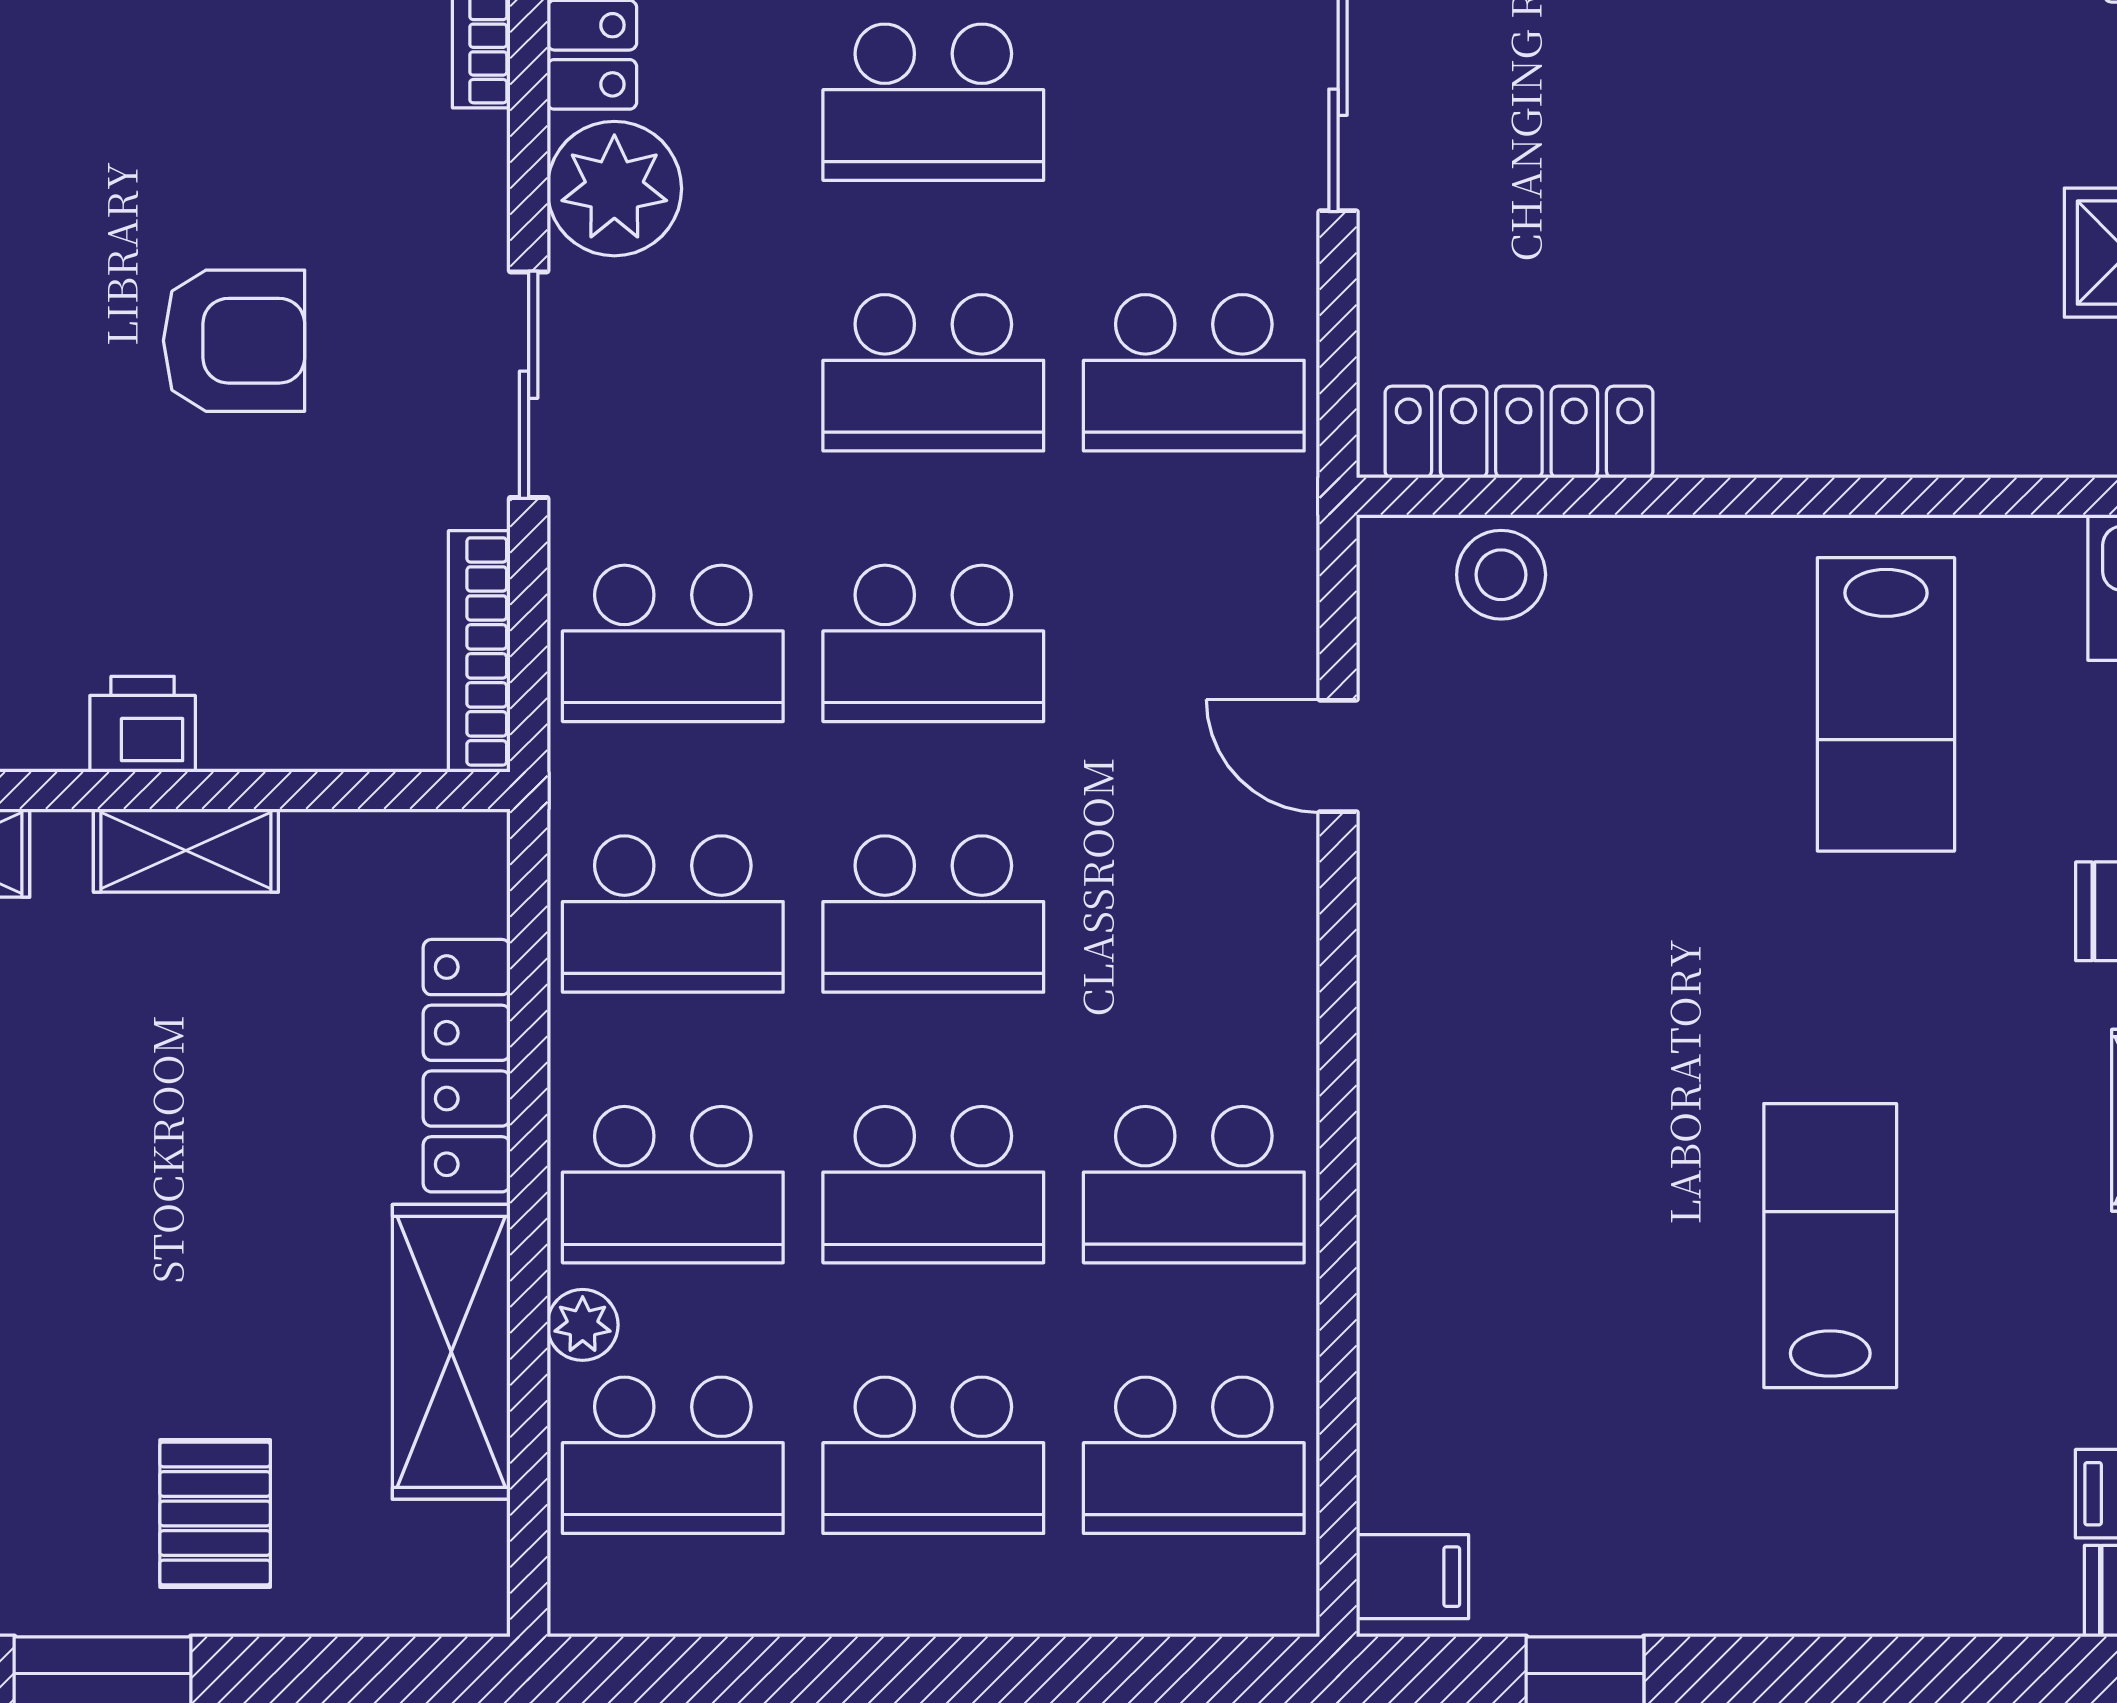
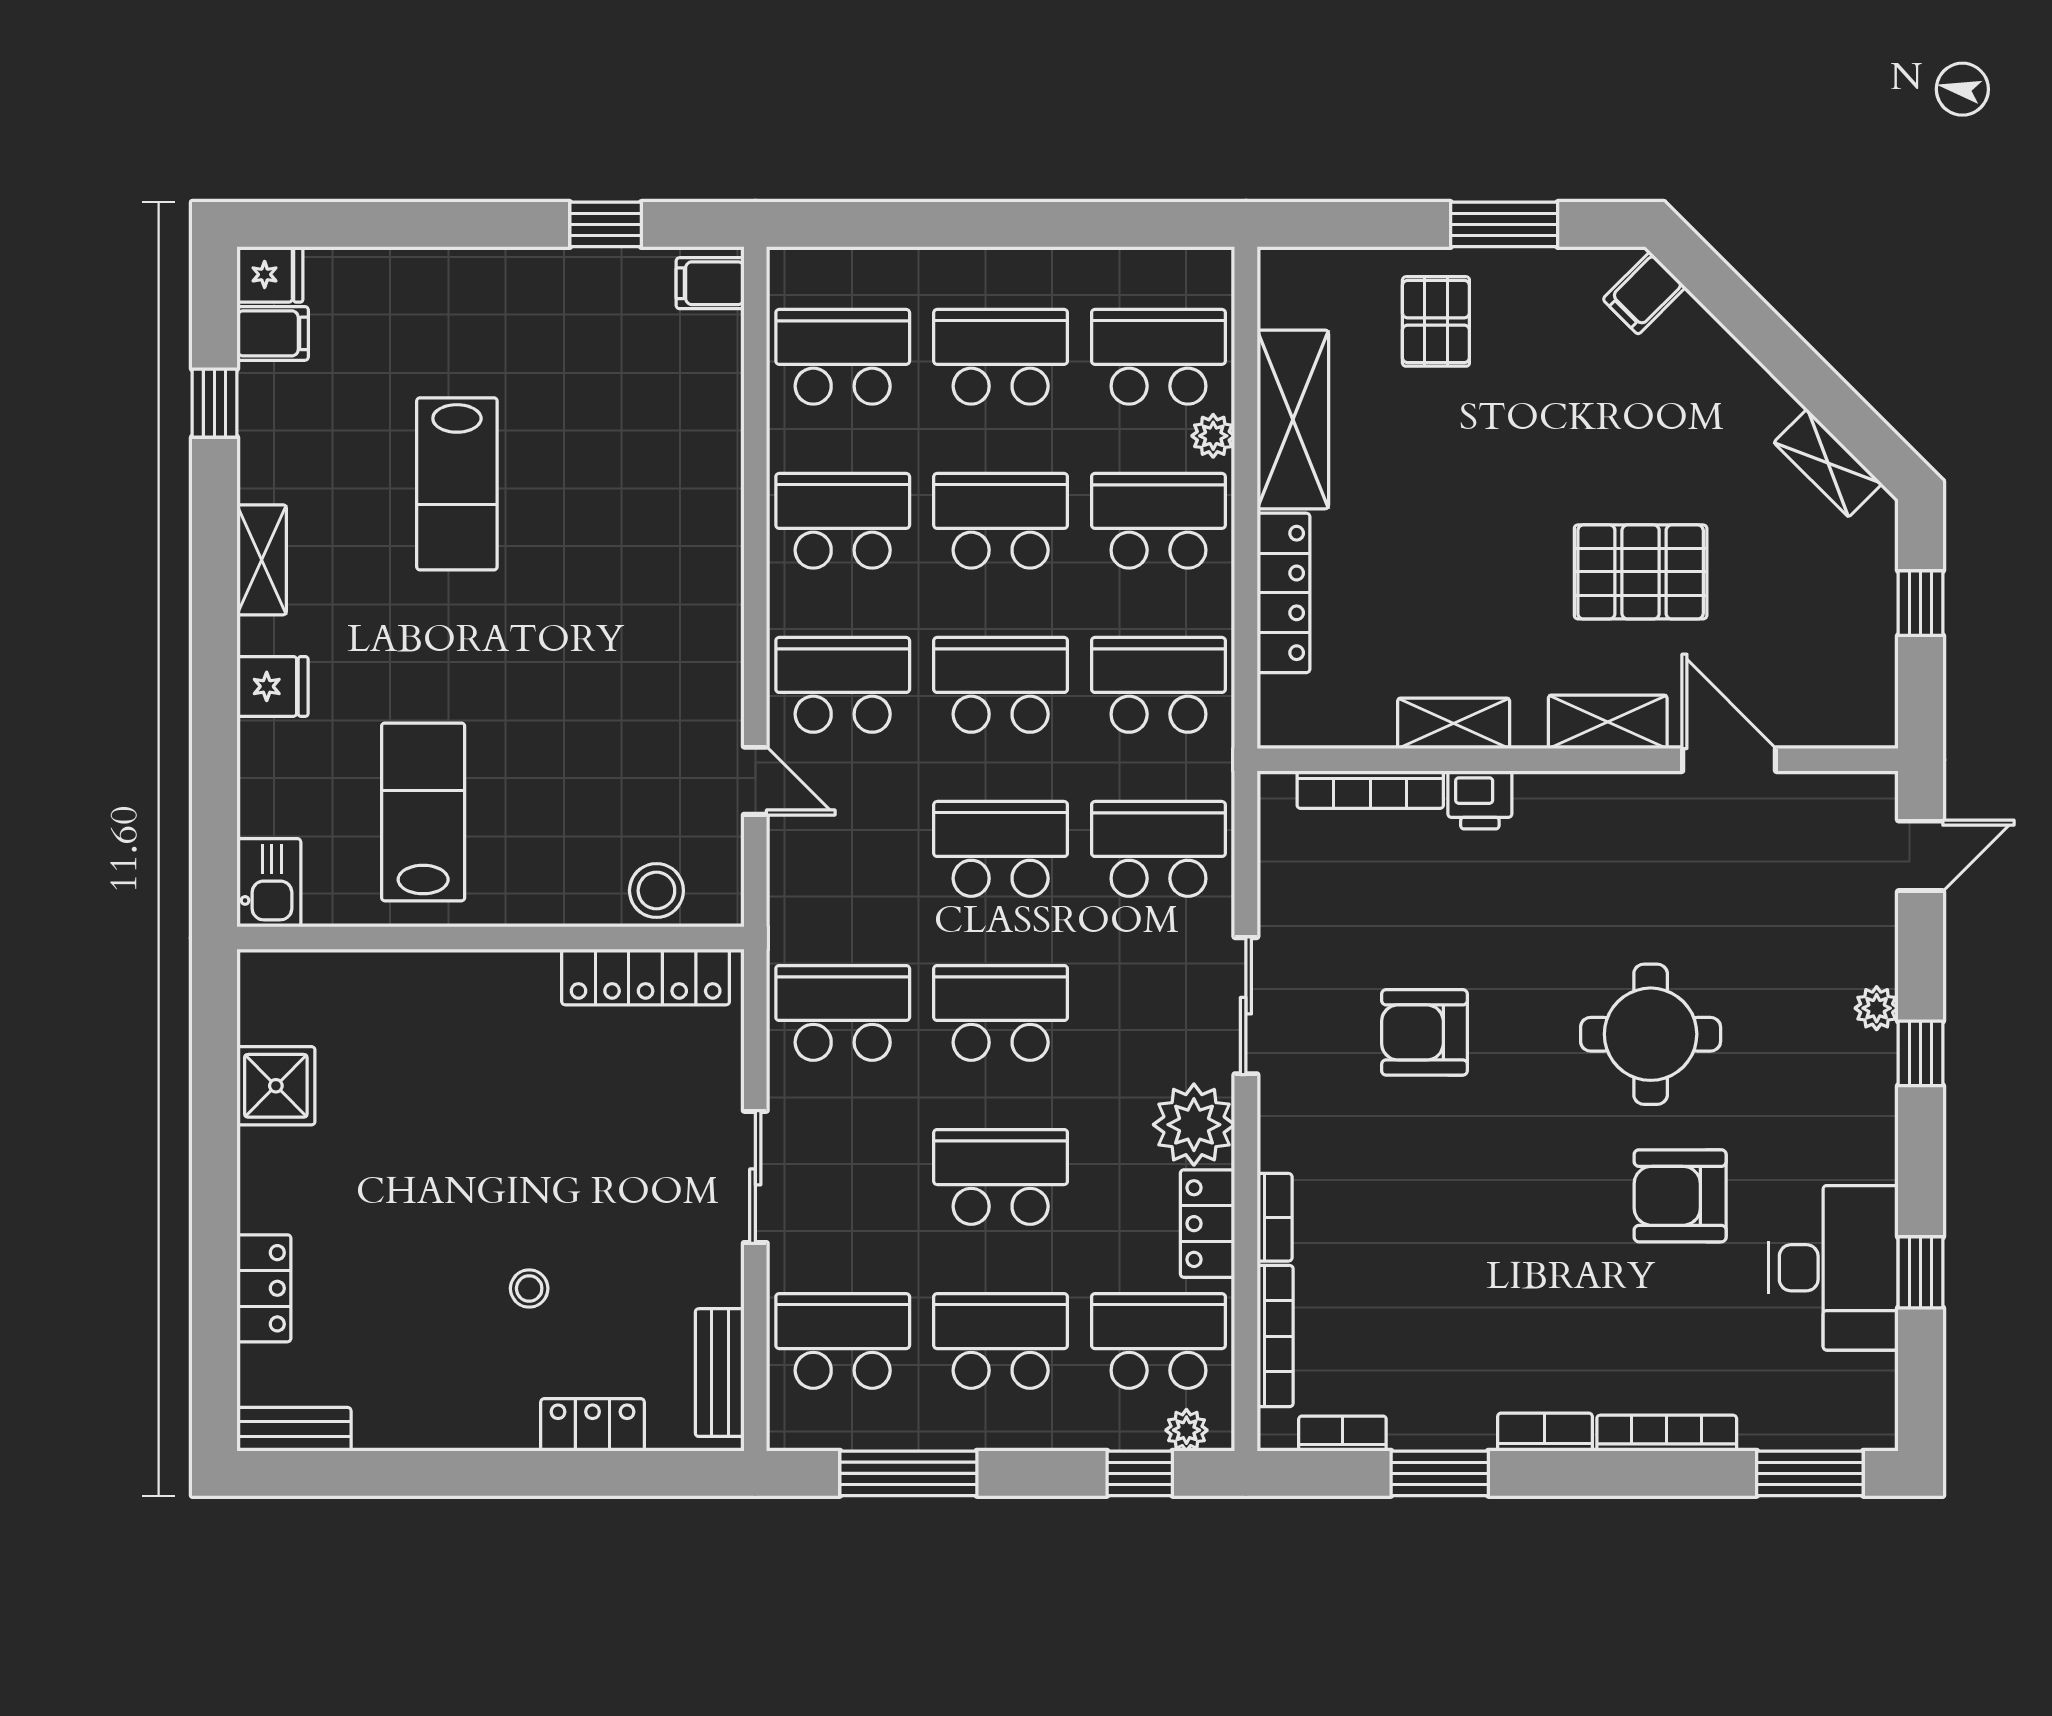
bookcase: (479, 651) -> (1370, 790), moved, turned 90
school desk: (1194, 914) -> (843, 685), added

